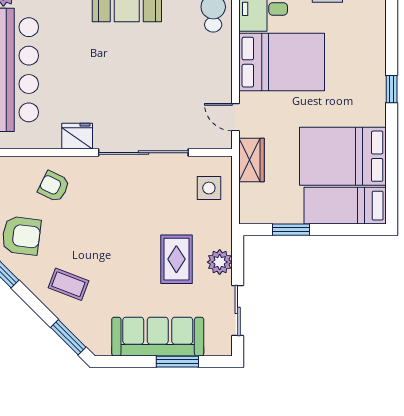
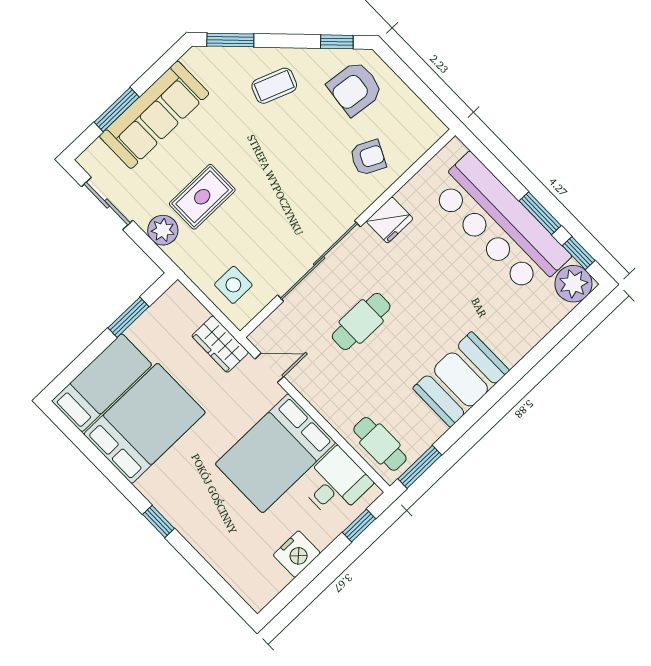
cafe table: (153, 92) -> (361, 321), added
rug: (176, 259) -> (202, 197), turned 90

